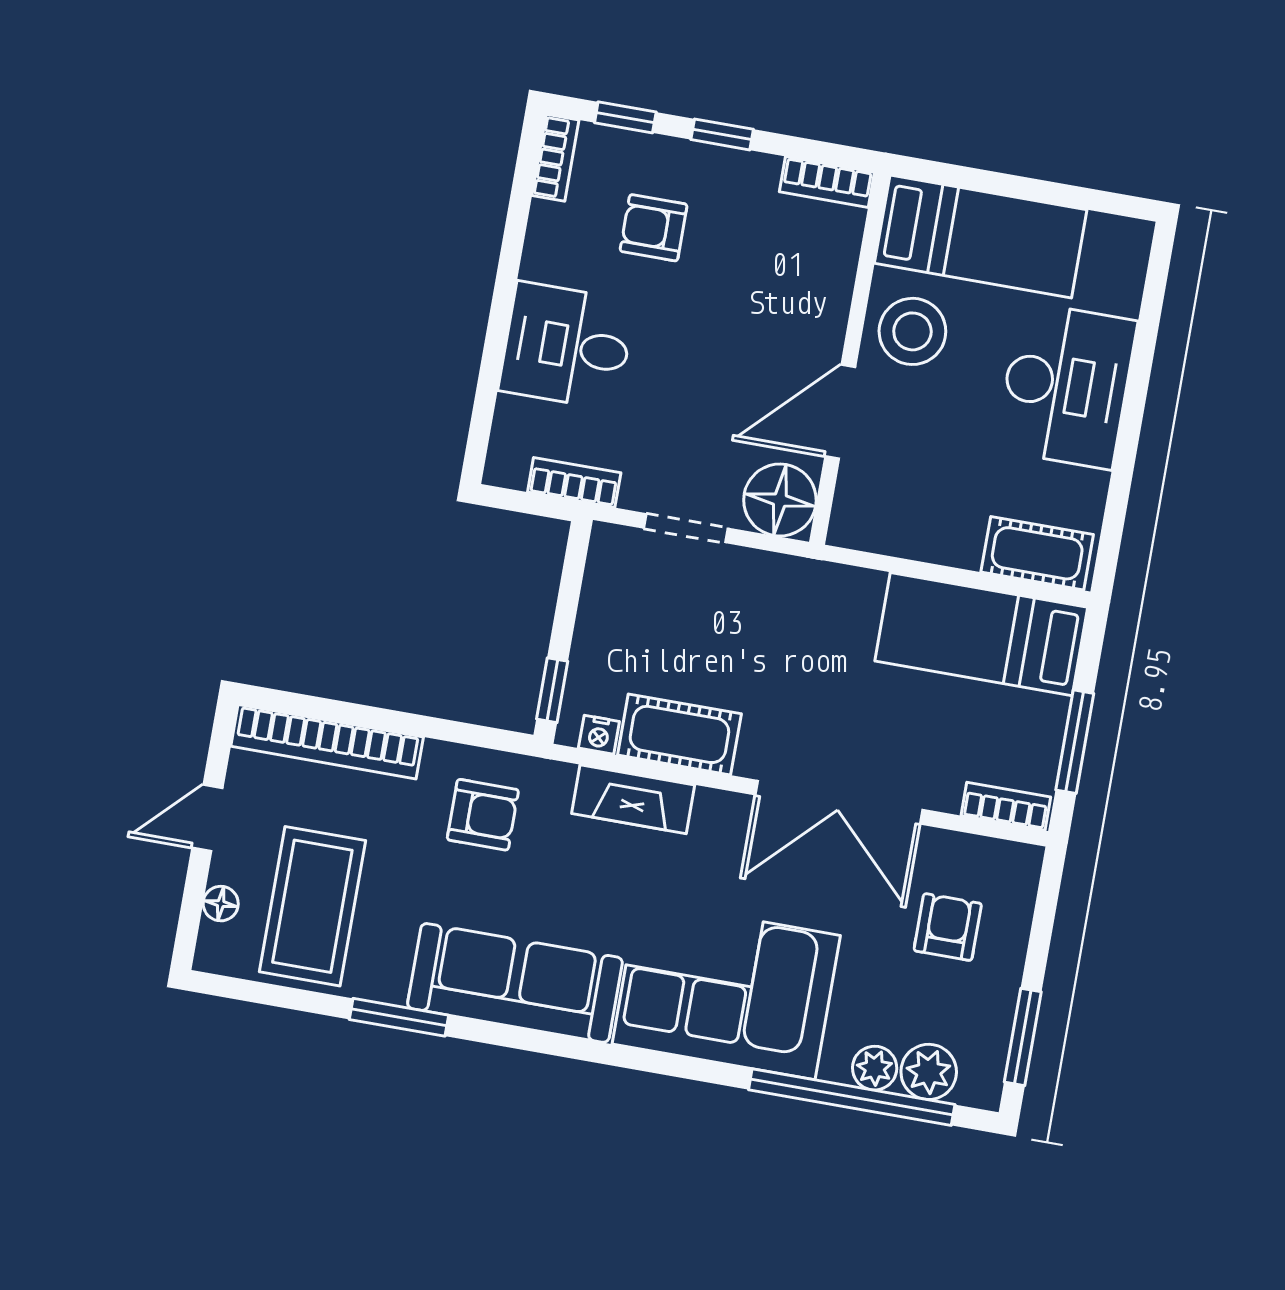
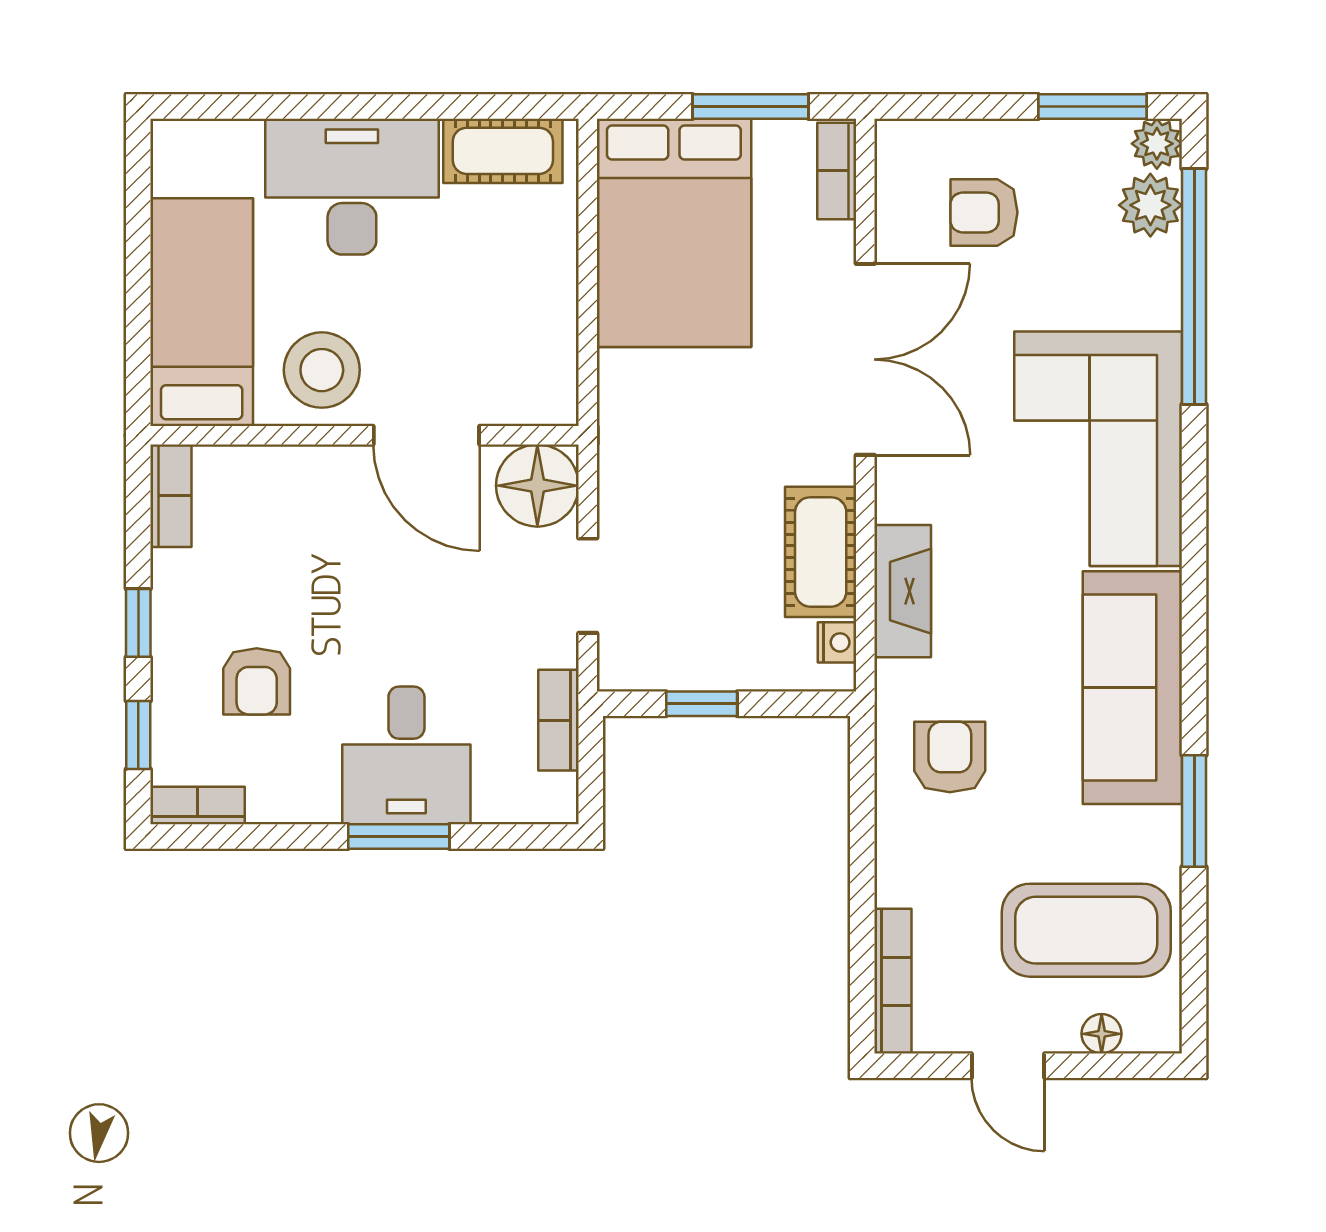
window: (498, 327) -> (399, 836), added
cot: (1037, 553) -> (503, 151), moved, turned 90
bed: (981, 634) -> (674, 233), width x1.50
window: (552, 690) -> (702, 704), moved
bookcase: (327, 742) -> (893, 981), width x0.68, depth x0.76
plant: (875, 1068) -> (1157, 144), moved

